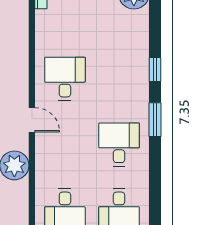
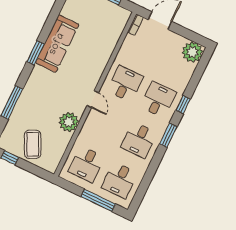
desk: (119, 79) -> (158, 100), added
desk: (119, 144) -> (139, 140), turned 180

